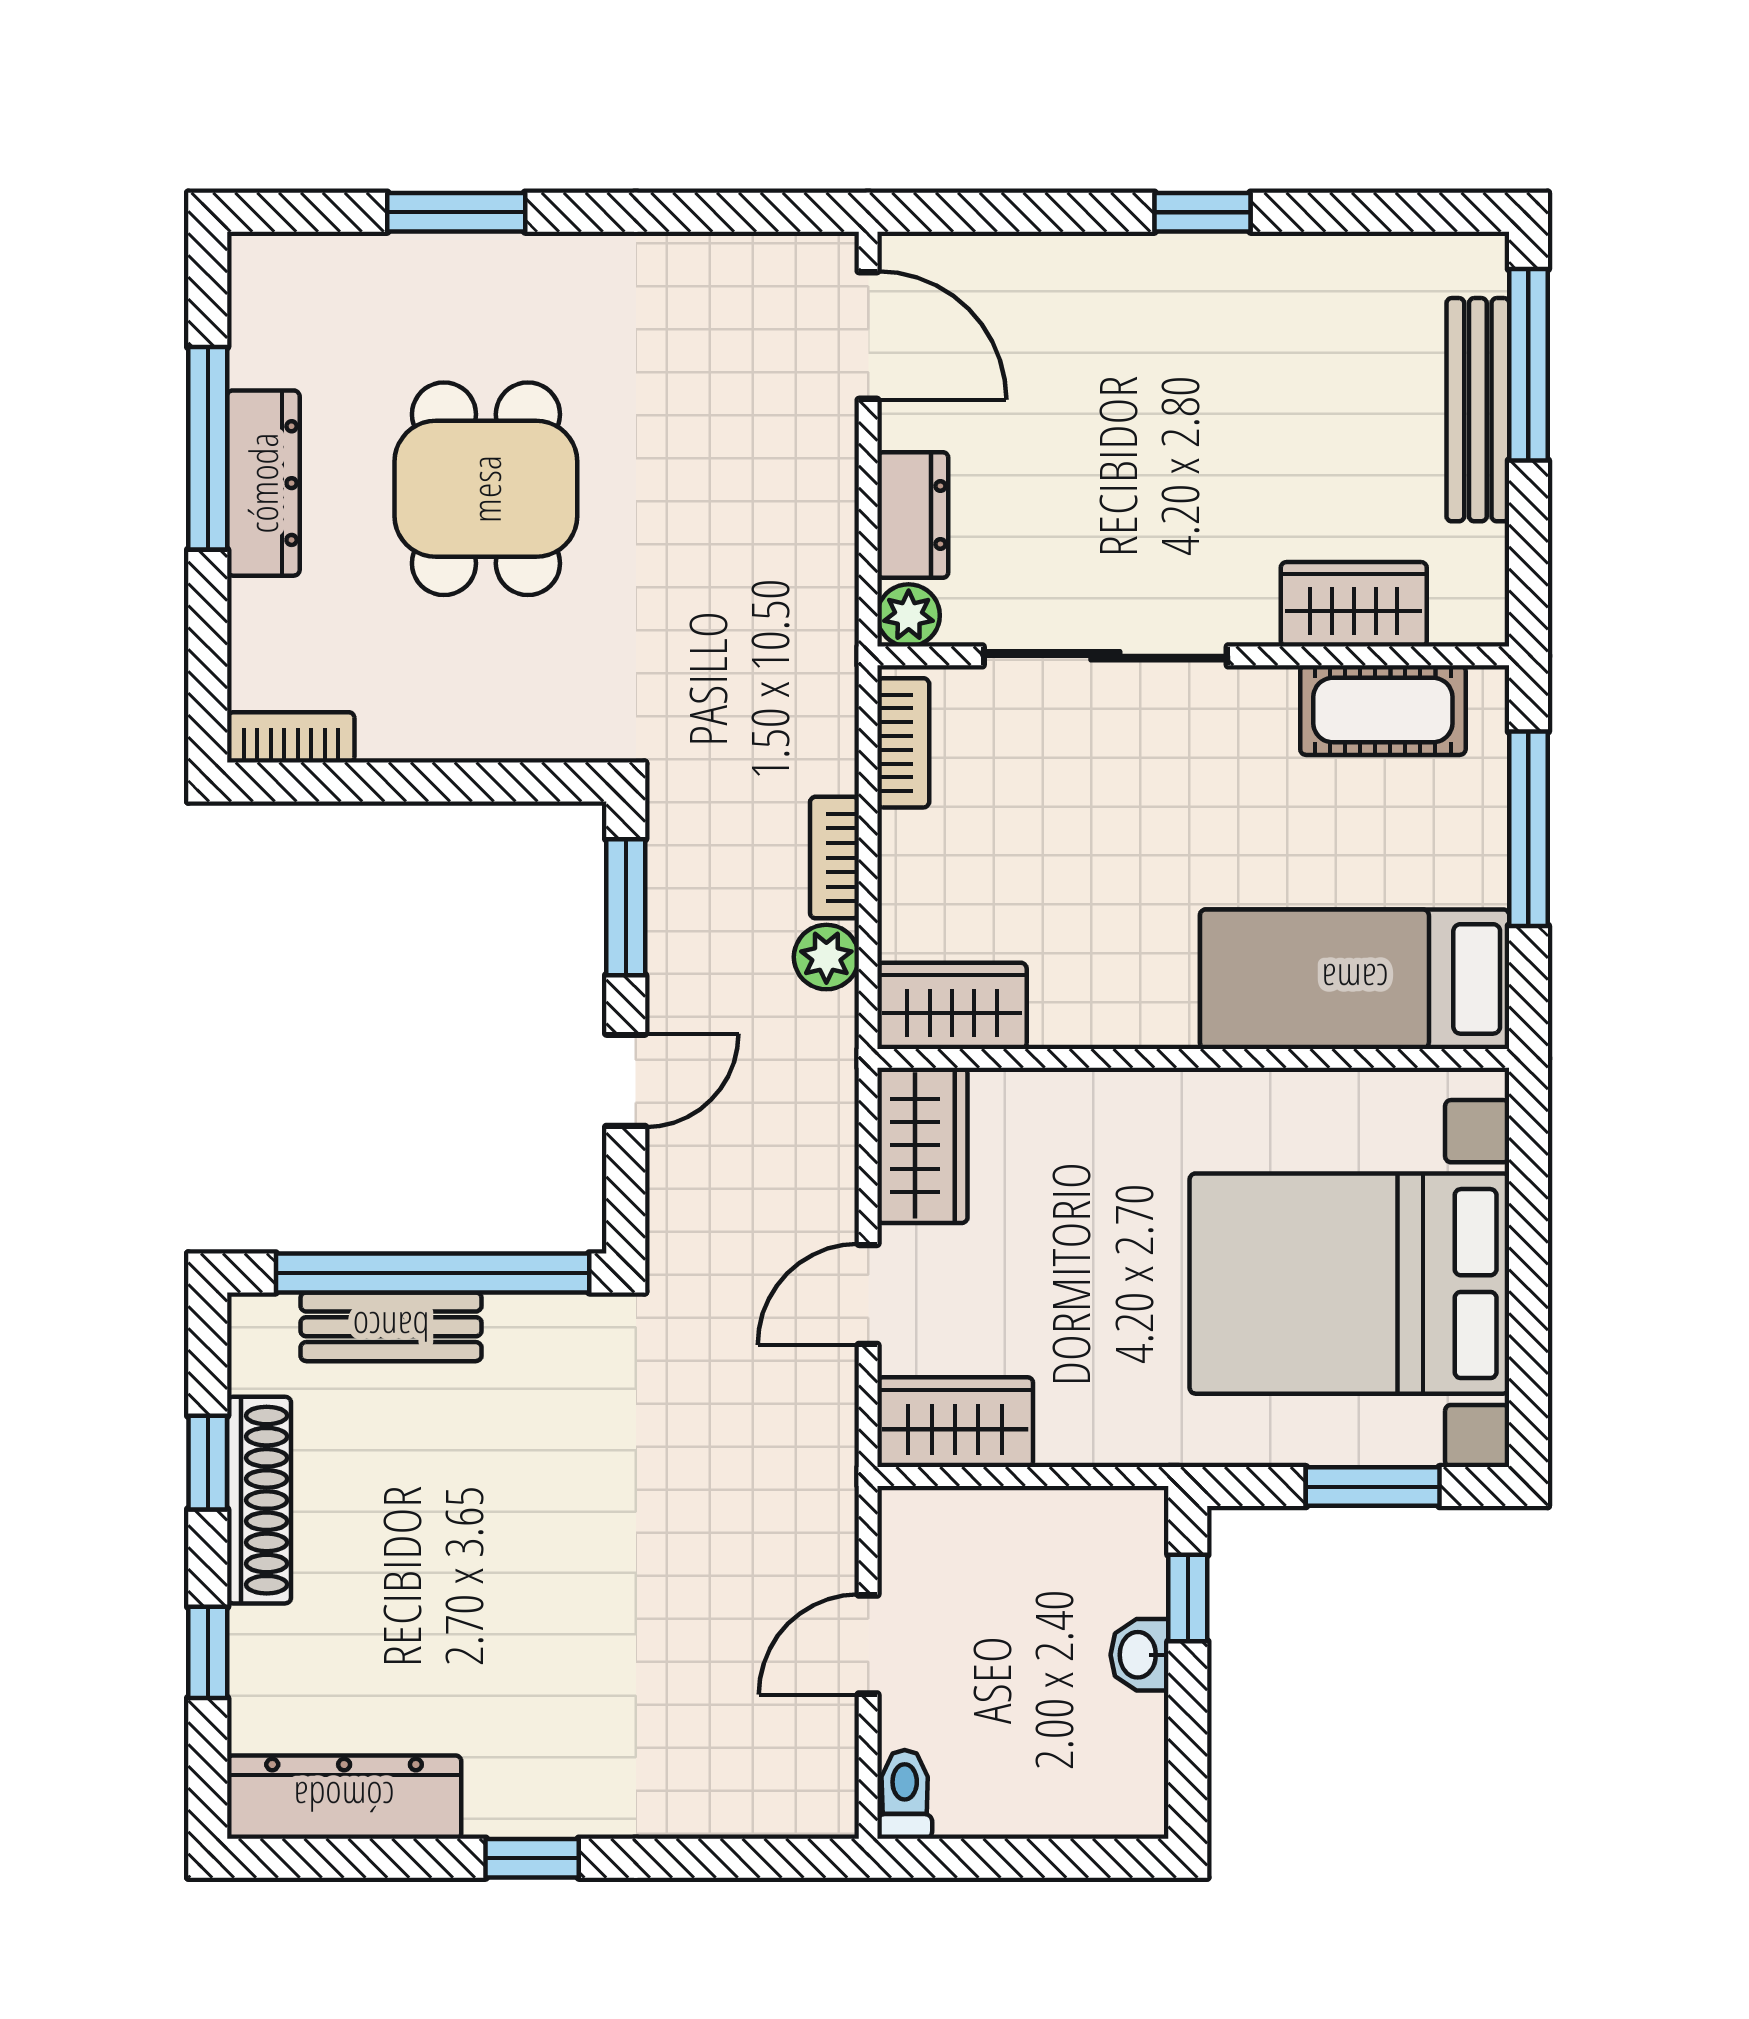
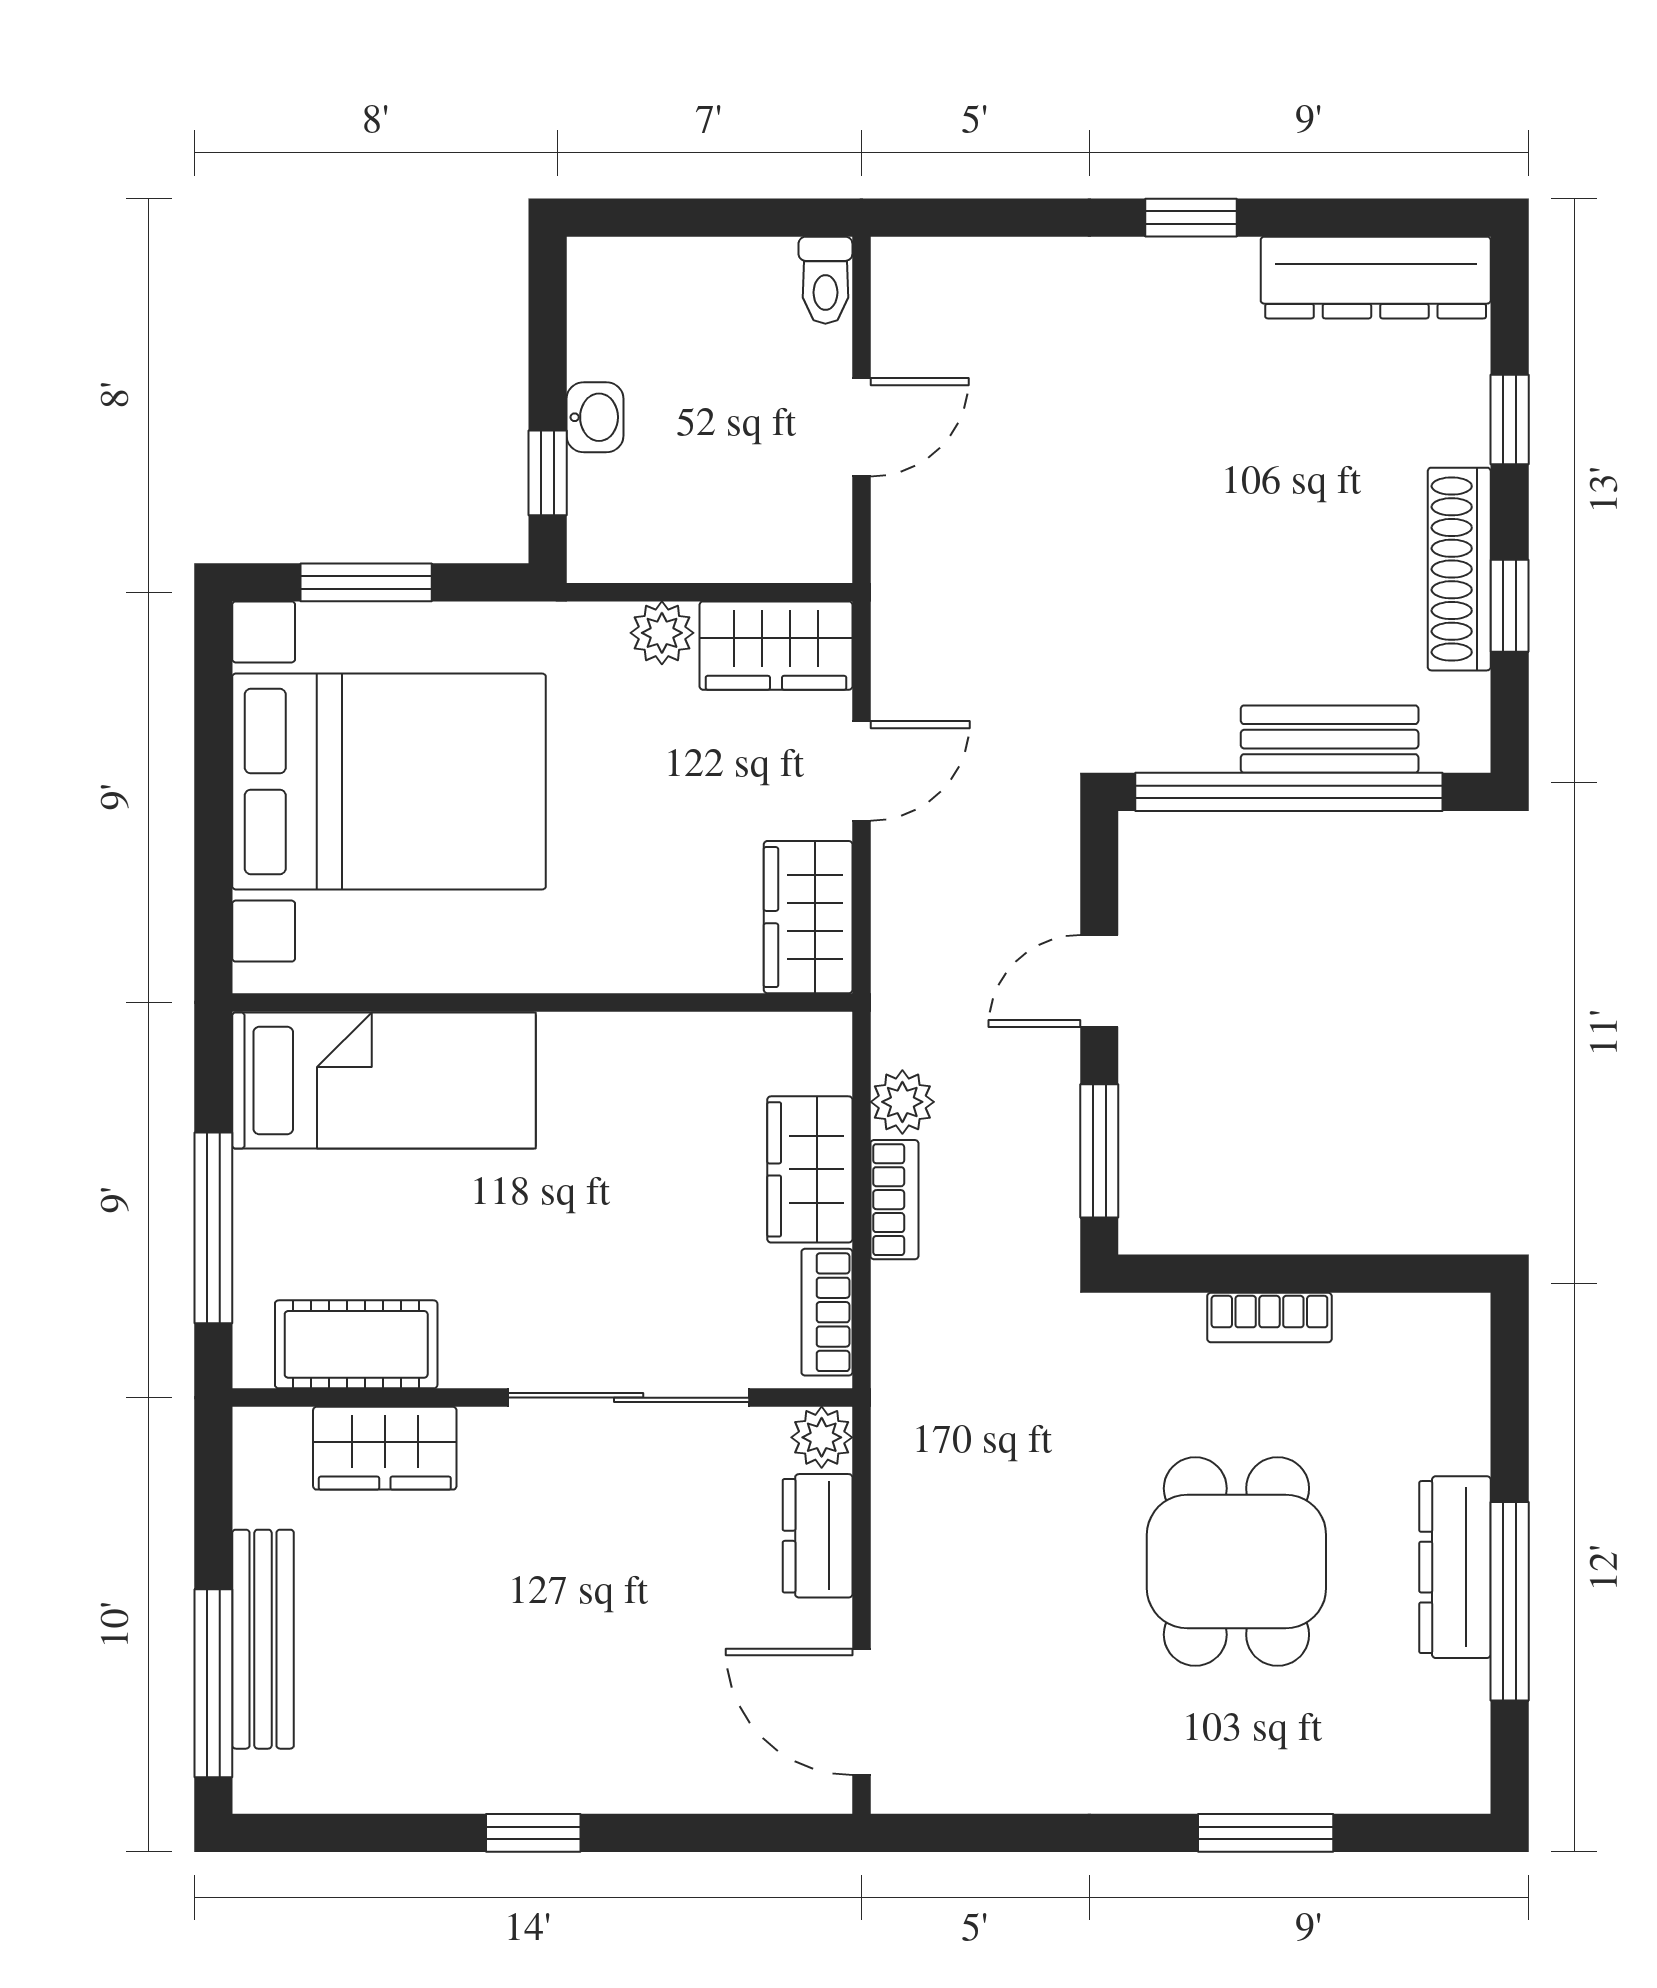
bookcase: (291, 737) -> (1269, 1318), moved
wardrobe: (952, 1006) -> (810, 1169), moved, turned 90
plant: (1071, 1435) -> (662, 633), added

